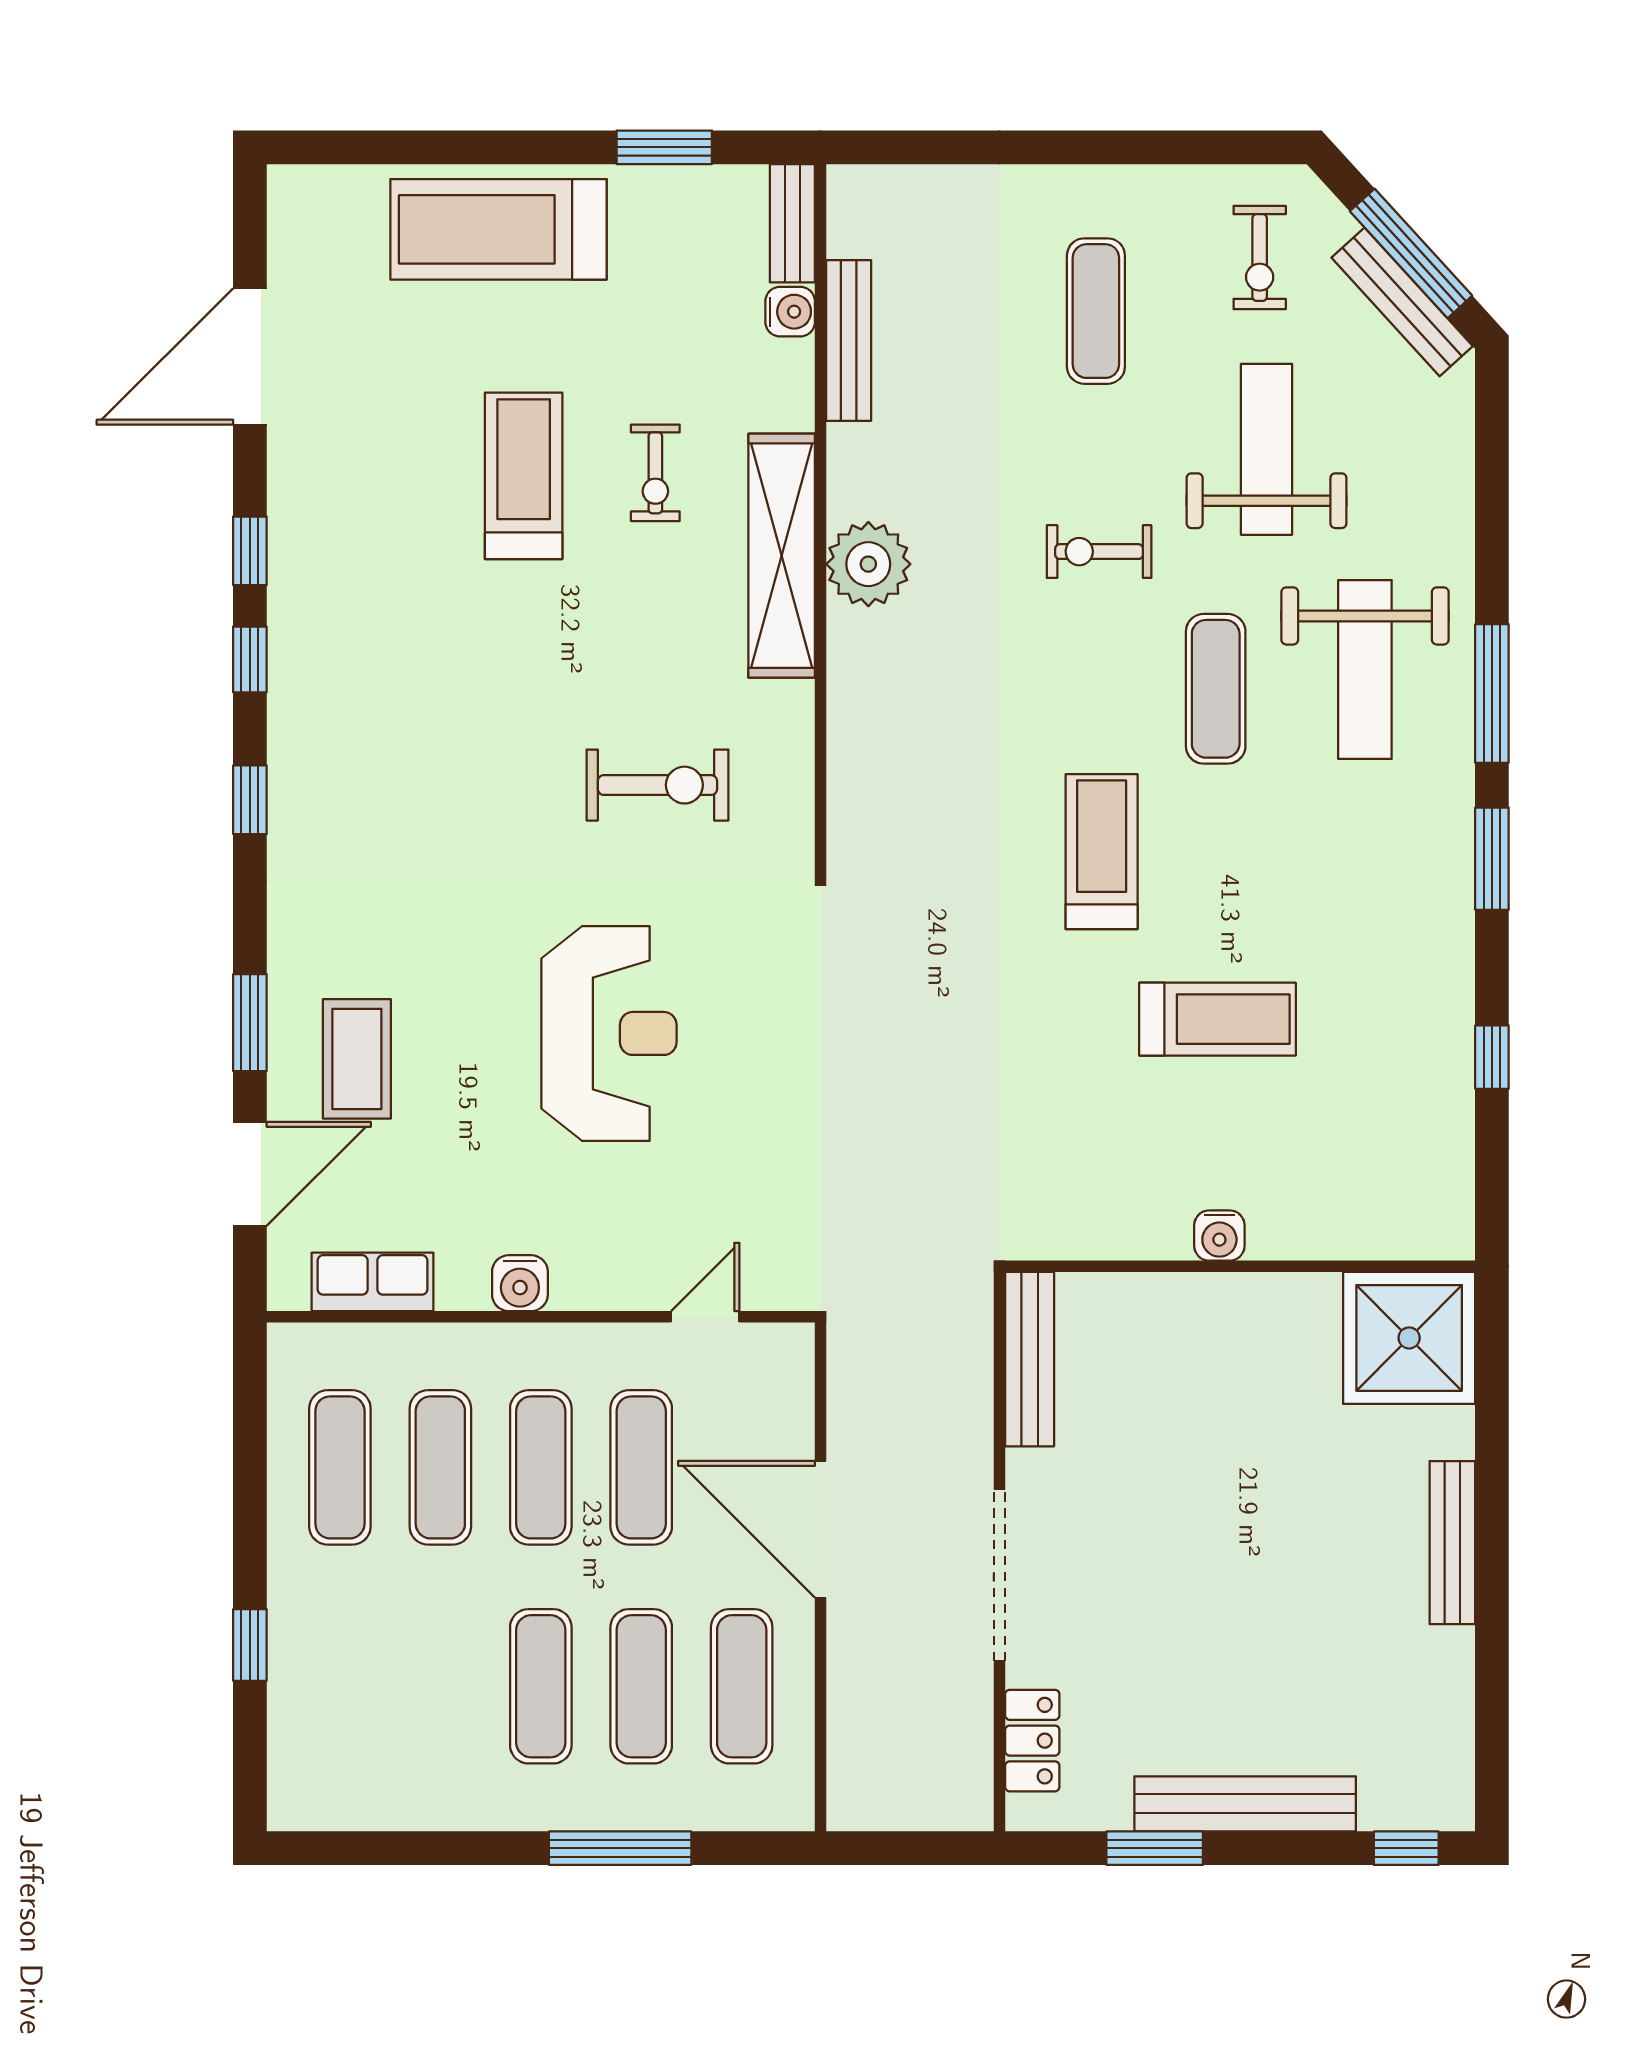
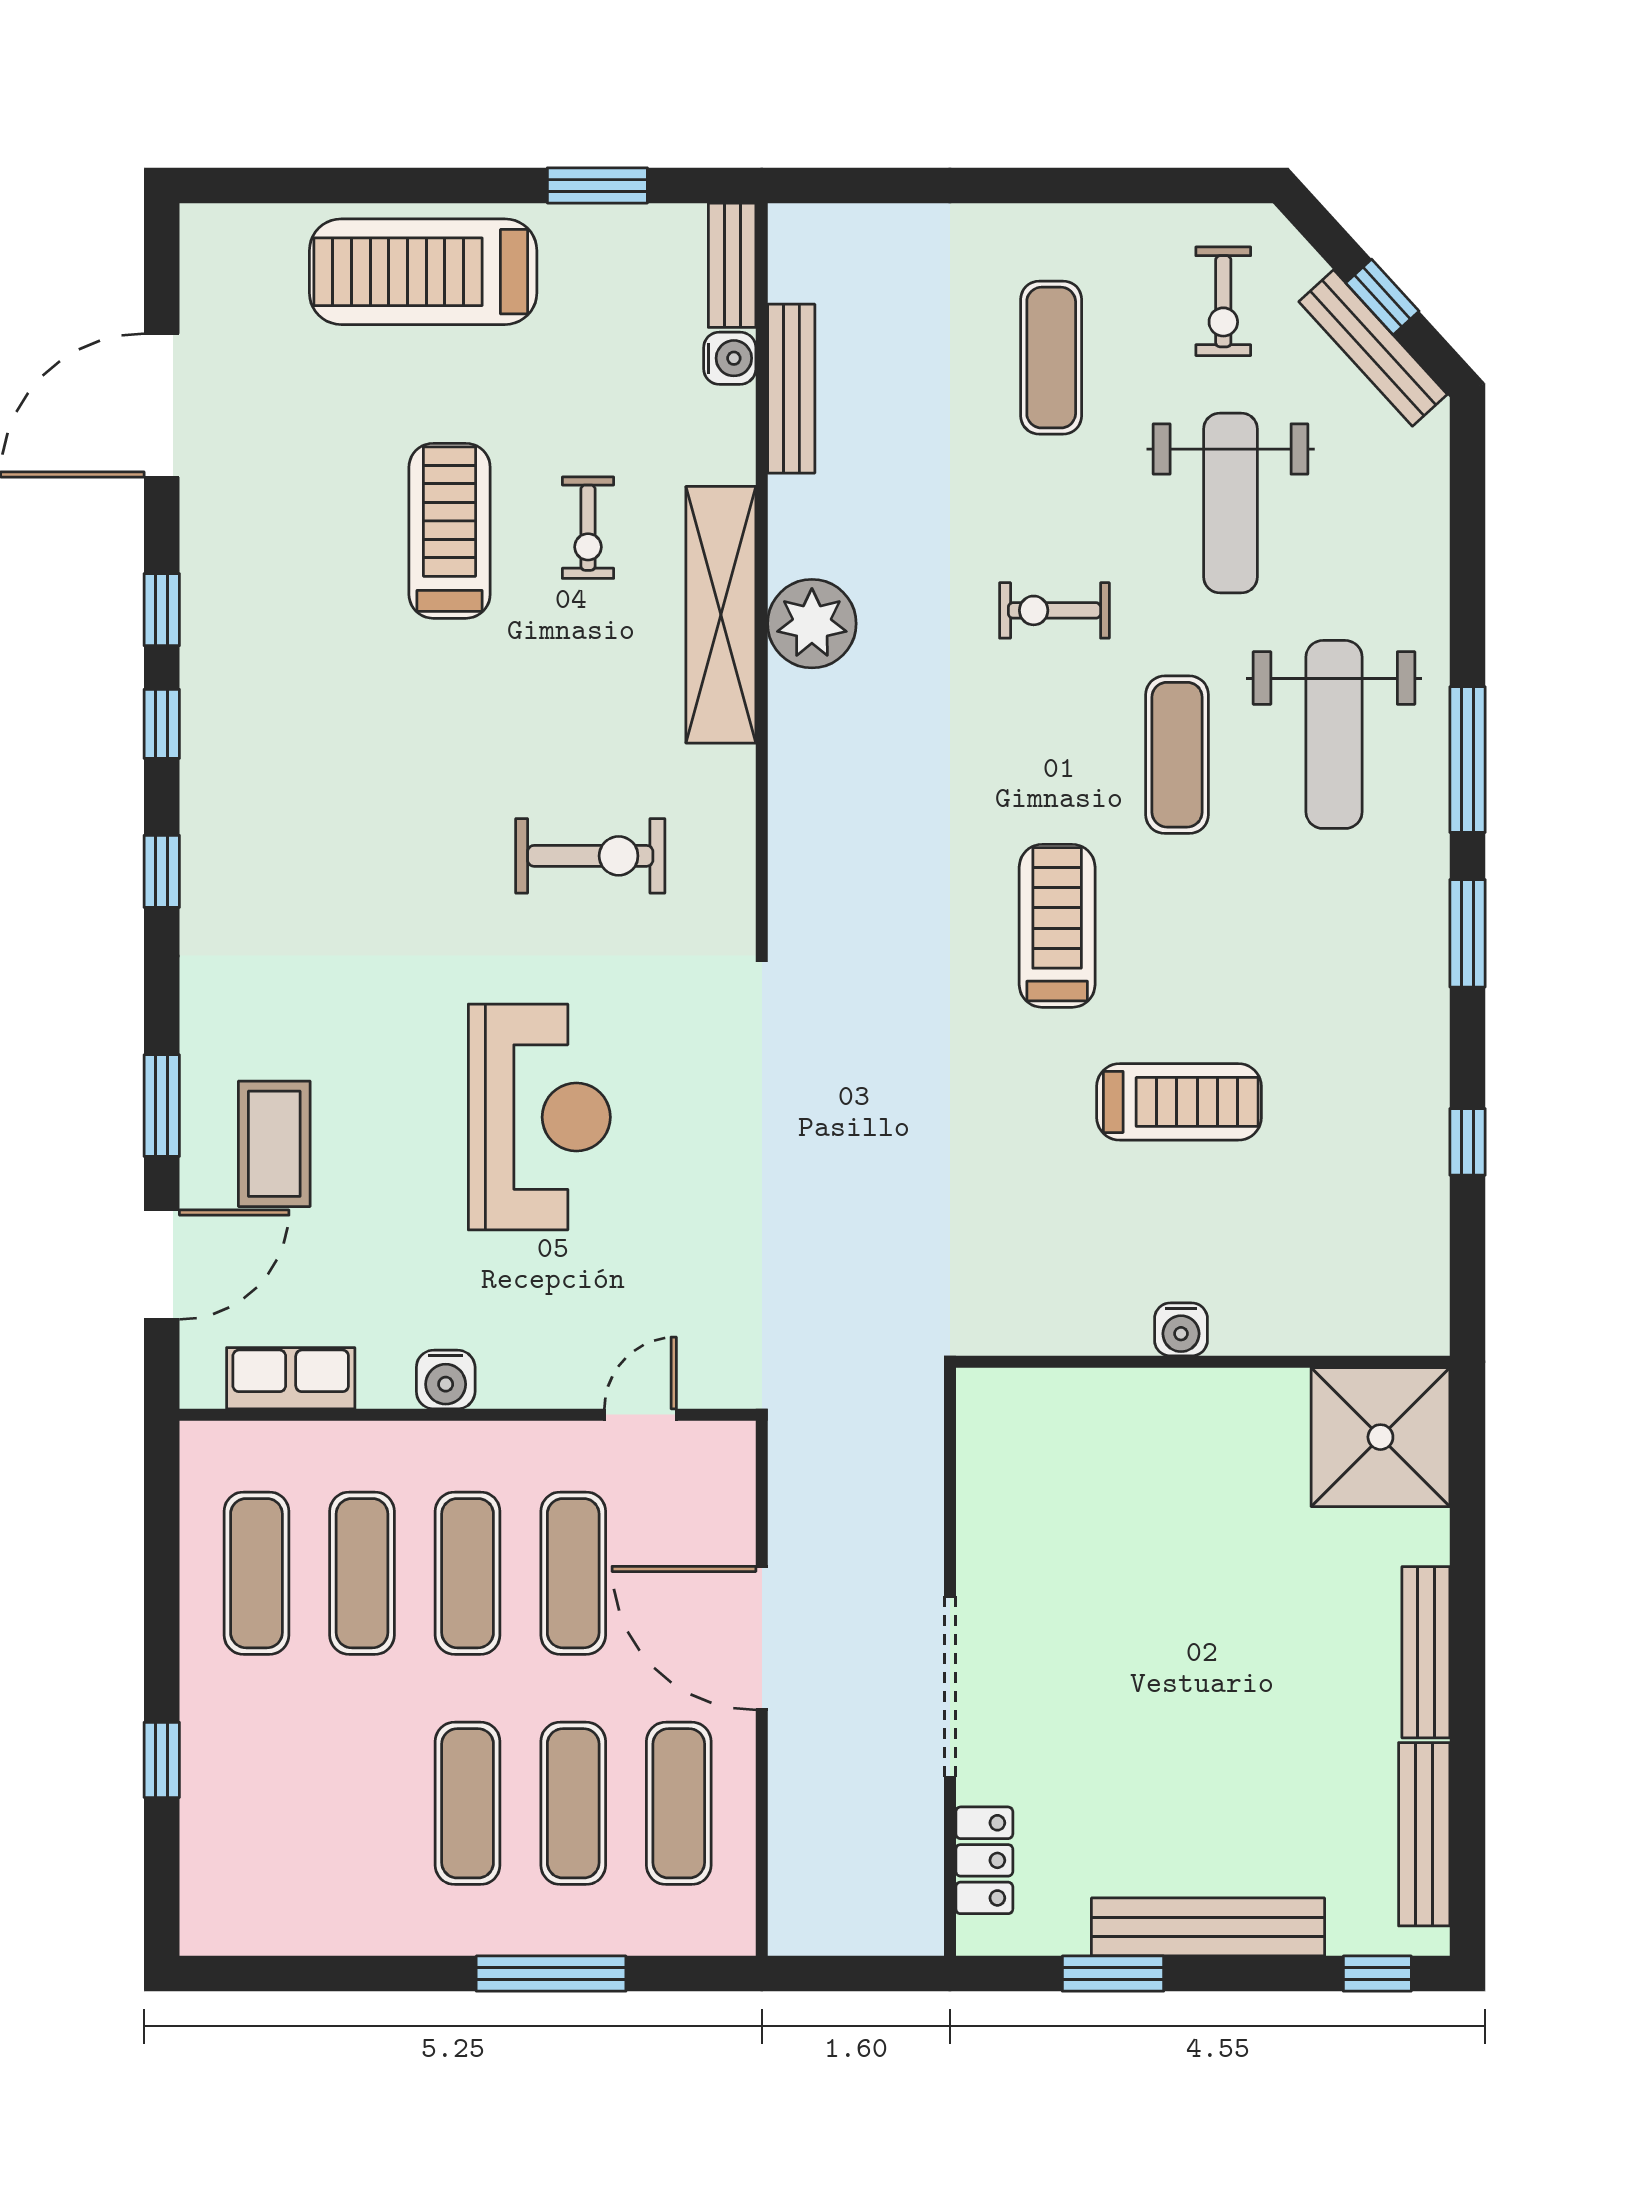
window: (1411, 253) -> (1382, 297), width x0.46
weight bench: (1267, 449) -> (1231, 503), turned 180
bench: (1030, 1359) -> (1424, 1834), moved

